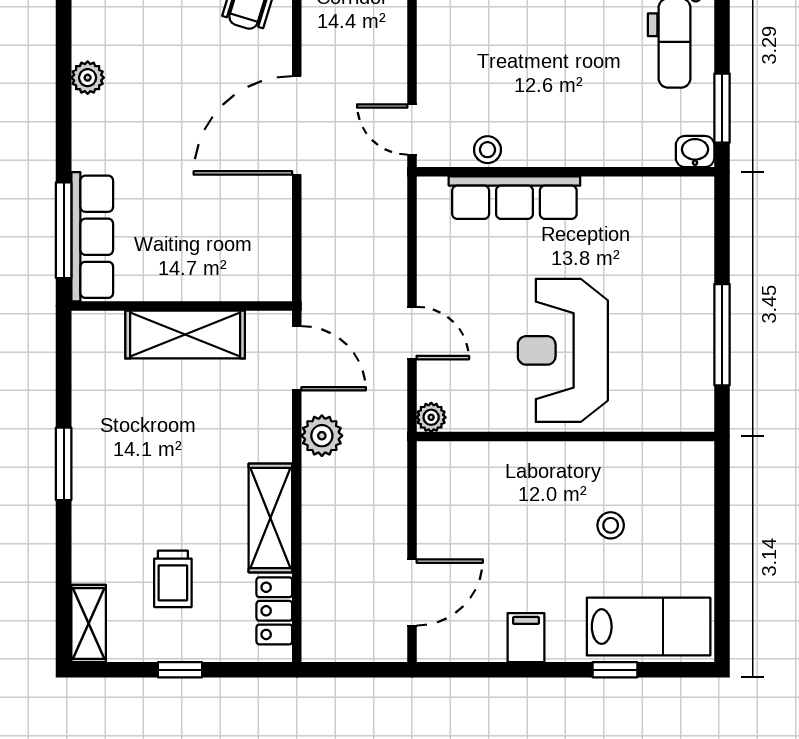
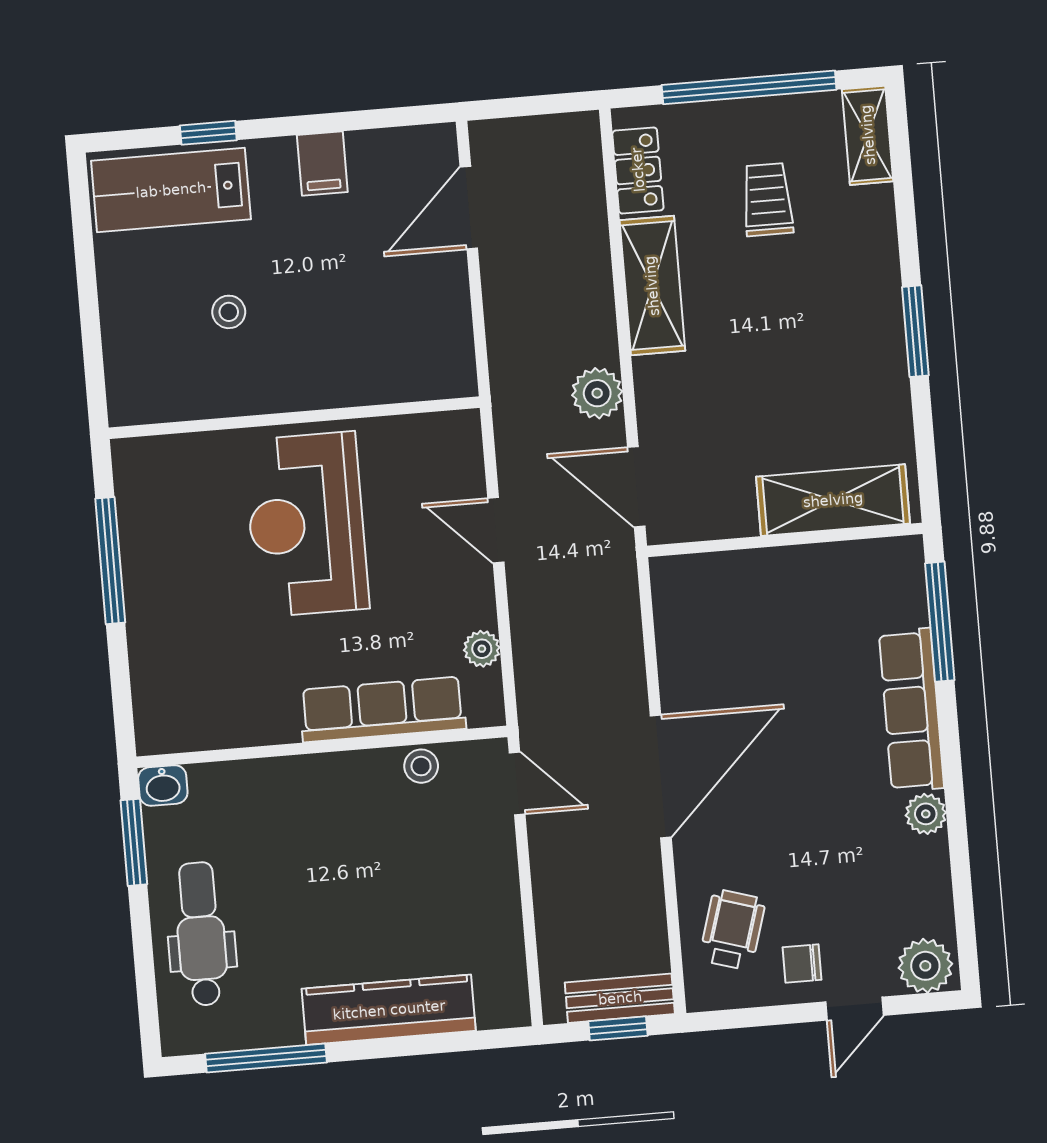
row of seats: (92, 237) -> (911, 710), moved
shelving: (185, 335) -> (833, 500), moved
reception desk: (563, 350) -> (306, 524), turned 180
plant: (431, 417) -> (482, 649), moved
window: (180, 670) -> (749, 87), width x3.17

